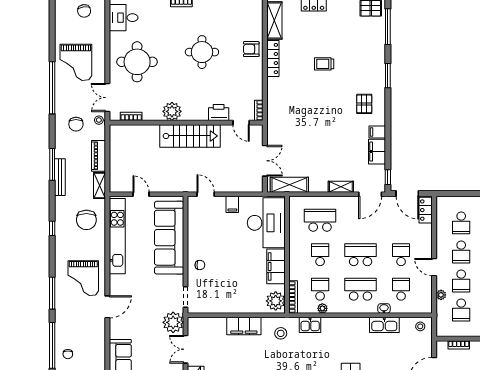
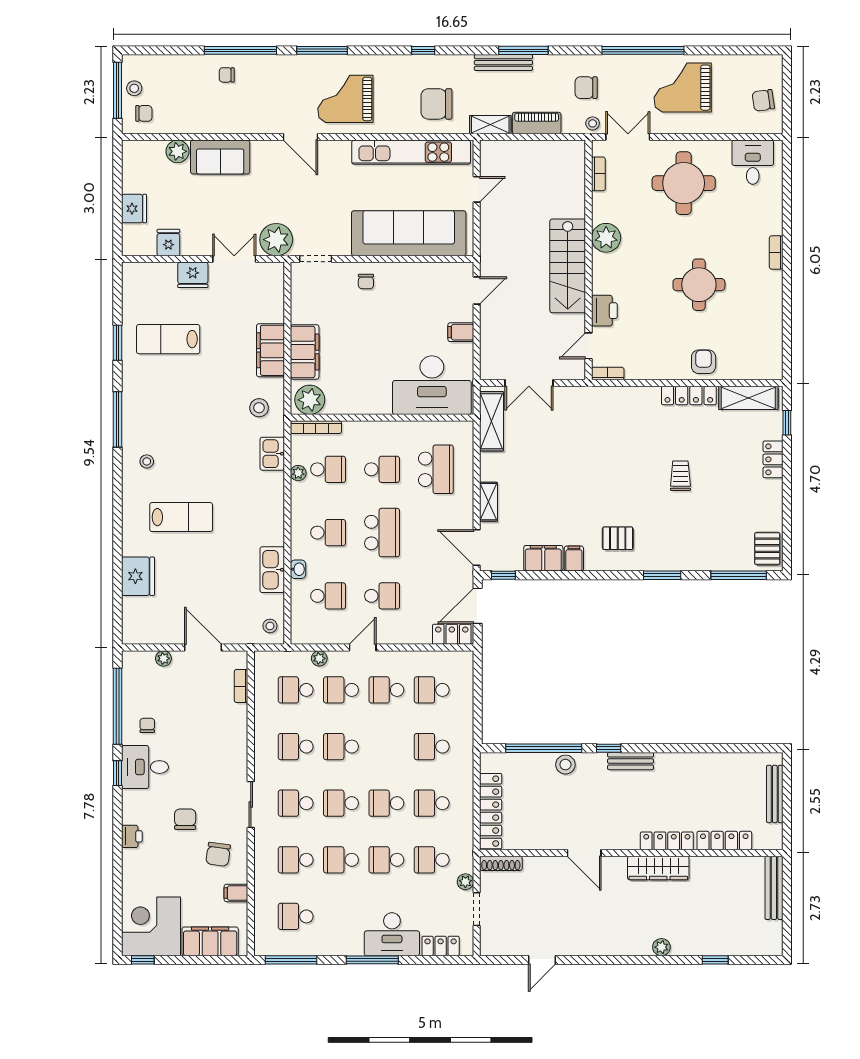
filing cabinet: (276, 266) -> (305, 352), moved, turned 90
school desk: (361, 289) -> (328, 533), width x0.54

